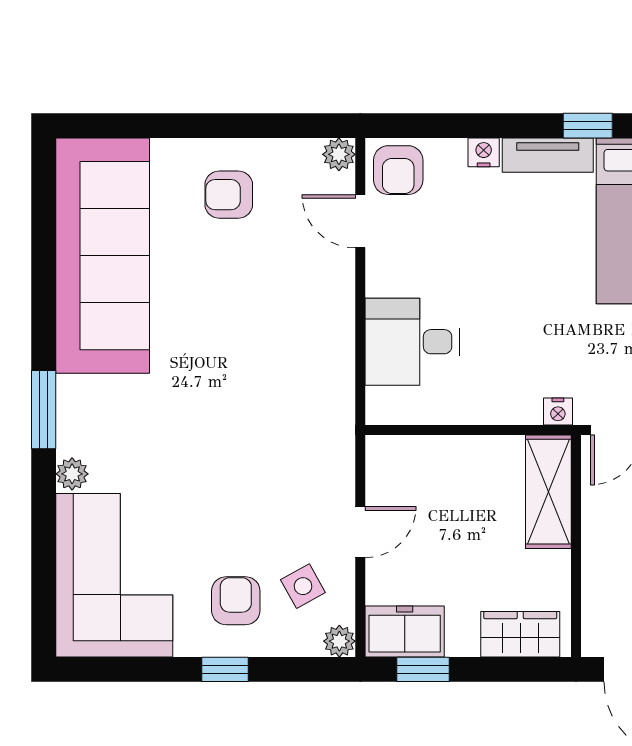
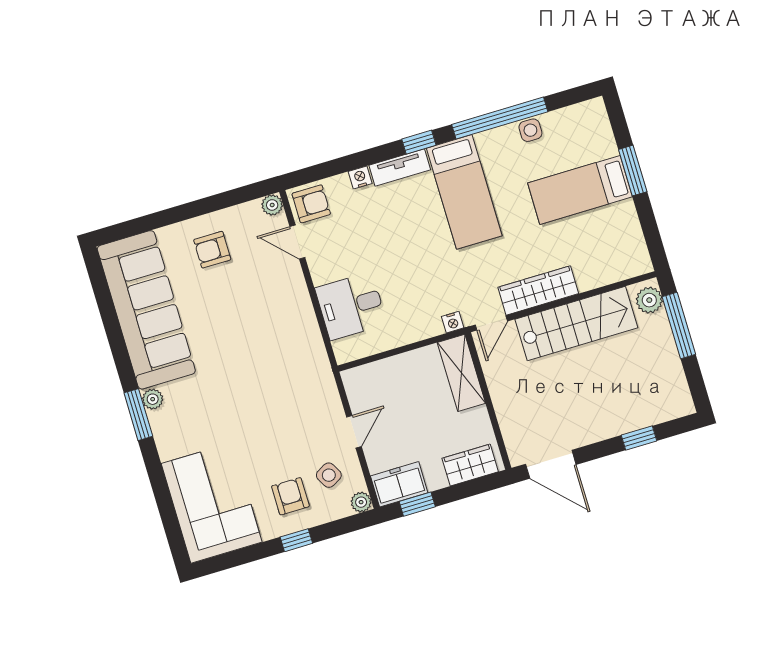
armchair: (398, 170) -> (311, 204), turned -90
plant: (72, 474) -> (153, 399), moved

